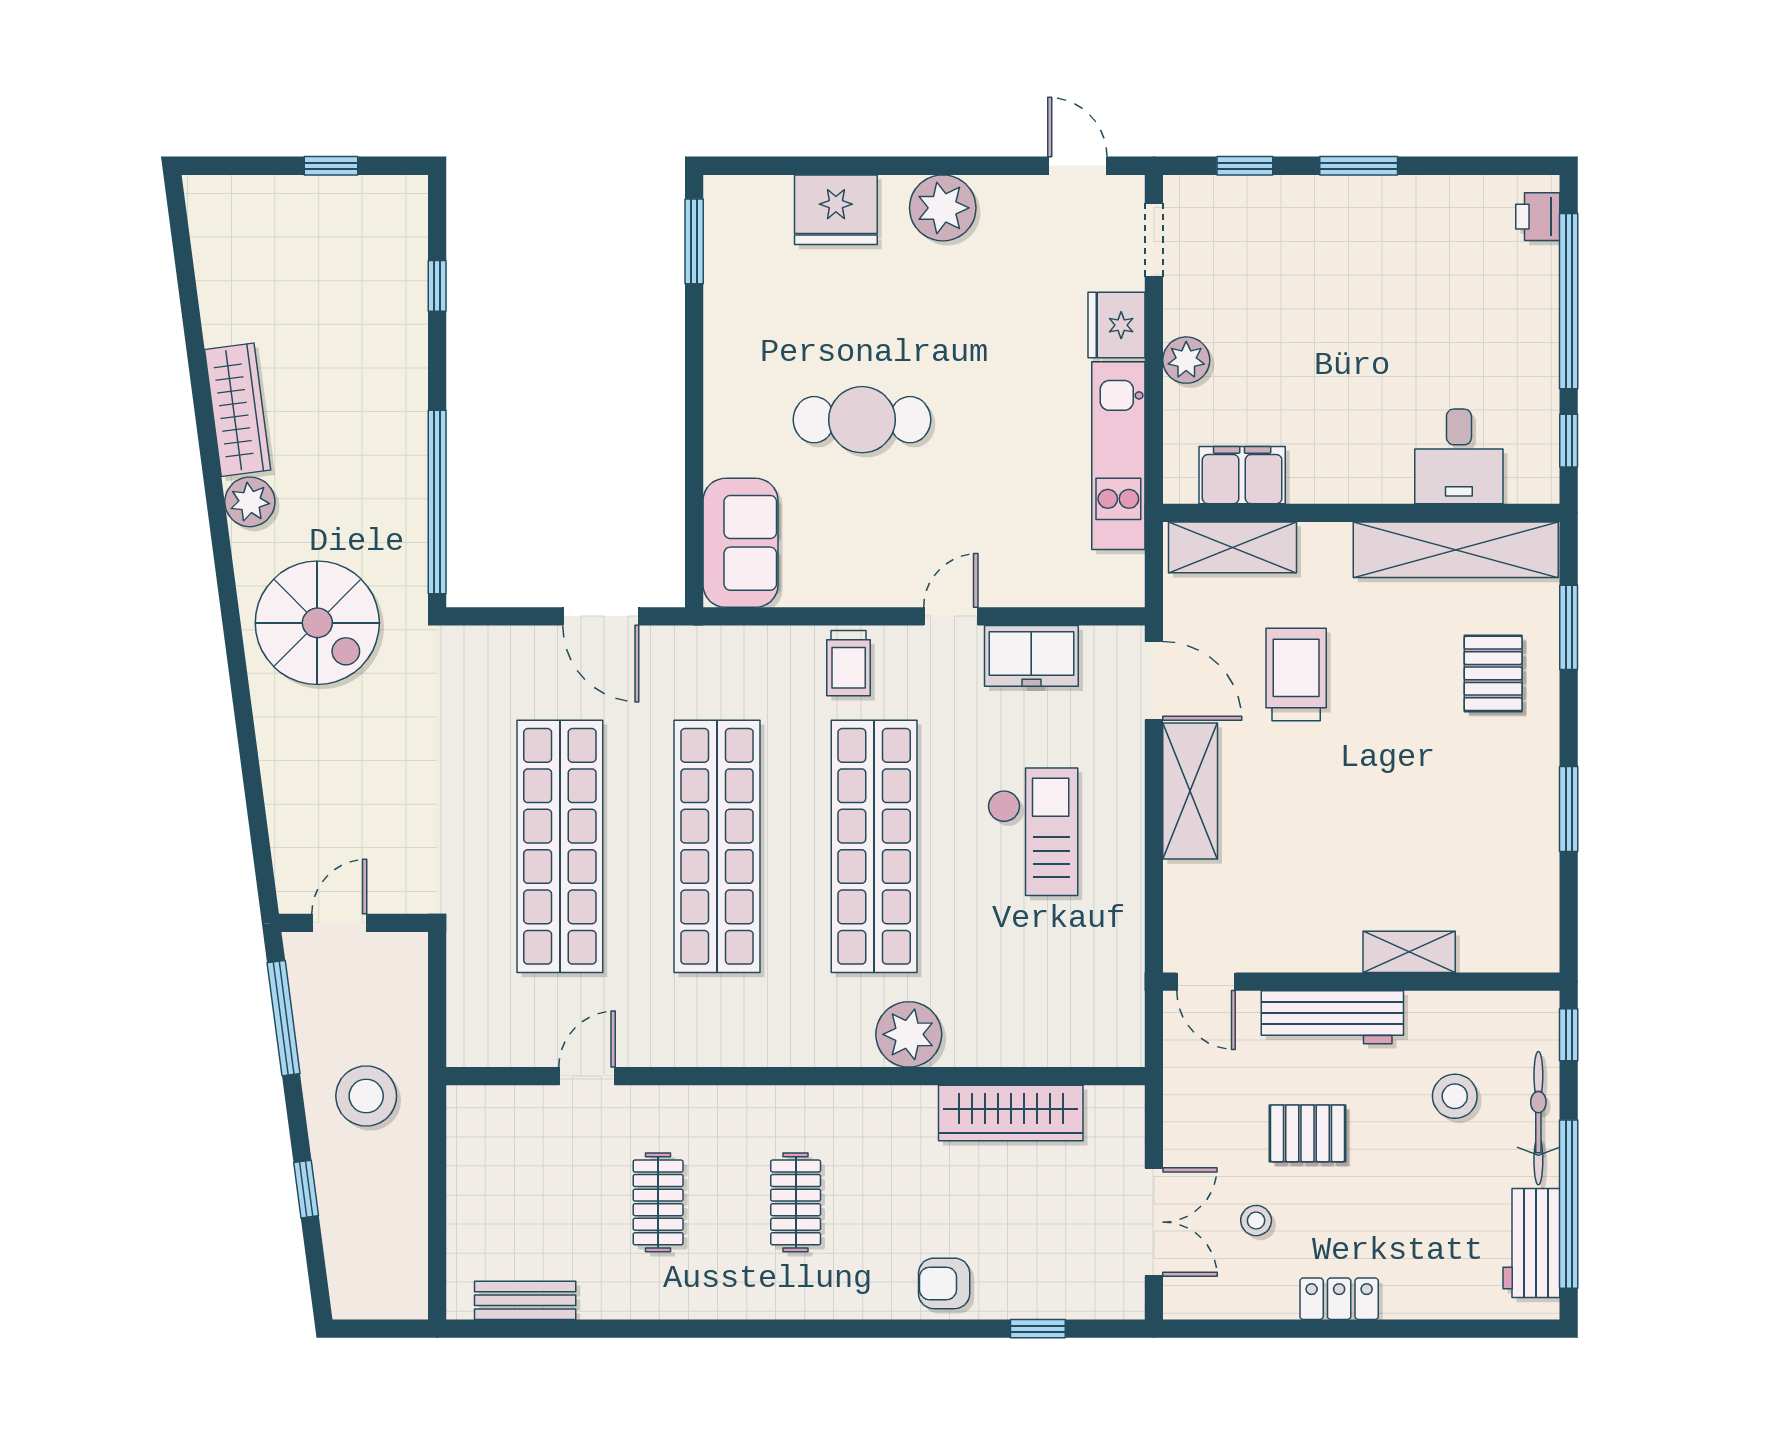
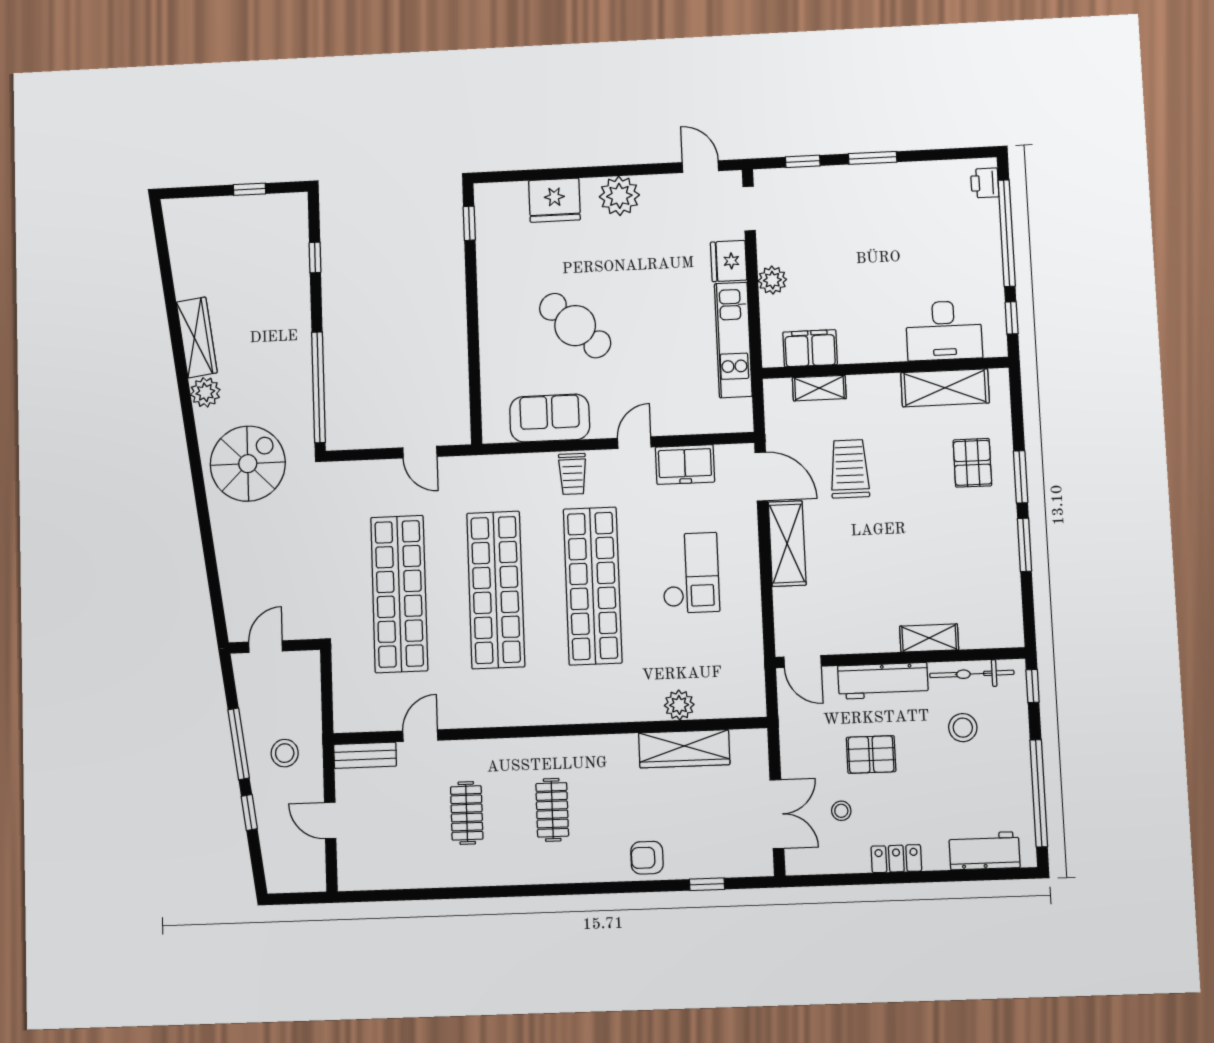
window: (694, 241) -> (469, 223), width x0.67
cafe table: (862, 420) -> (575, 326), turned 43
desk: (1459, 456) -> (944, 331), width x1.37
sofa: (741, 543) -> (550, 418), moved, turned -90
shelving: (1233, 547) -> (819, 388), width x0.67, depth x0.75
shelving: (1456, 550) -> (945, 388), width x0.68
door: (601, 616) -> (420, 452), width x0.73
spiral stairs: (317, 623) -> (248, 464), turned -90
window: (1569, 627) -> (1021, 477), moved
window: (284, 1018) -> (239, 744), moved
plant: (909, 1034) -> (679, 705), moved, width x0.73, depth x0.73
stool: (366, 1096) -> (285, 753), width x0.73, depth x0.73
bicycle: (1538, 1118) -> (972, 674), moved, turned -90
door: (437, 1206) -> (330, 820), added
workbench: (1531, 1243) -> (984, 851), moved, turned 90
bench: (525, 1300) -> (365, 755), moved

